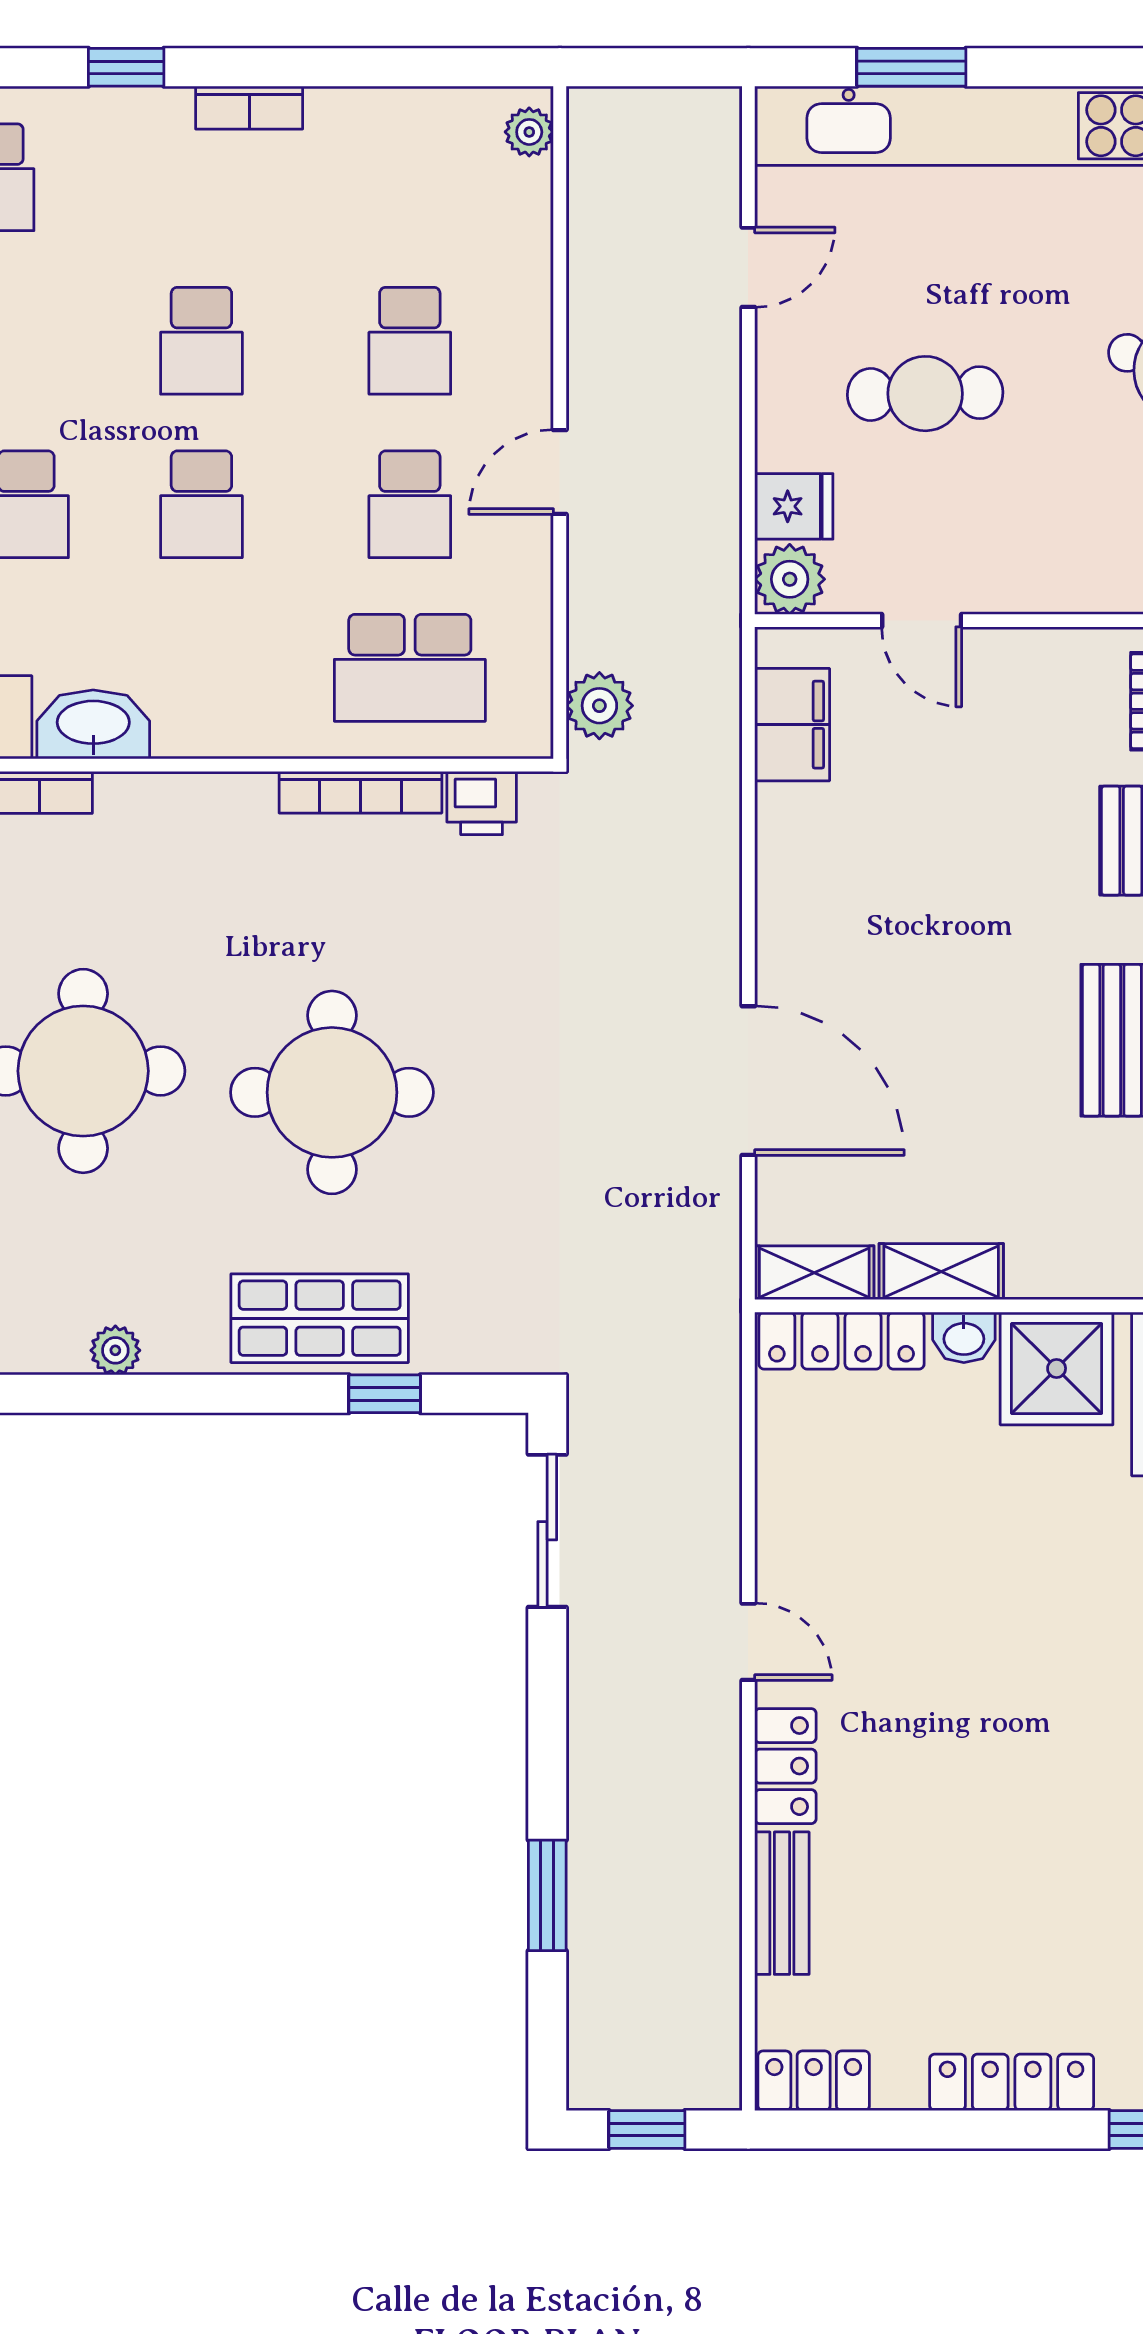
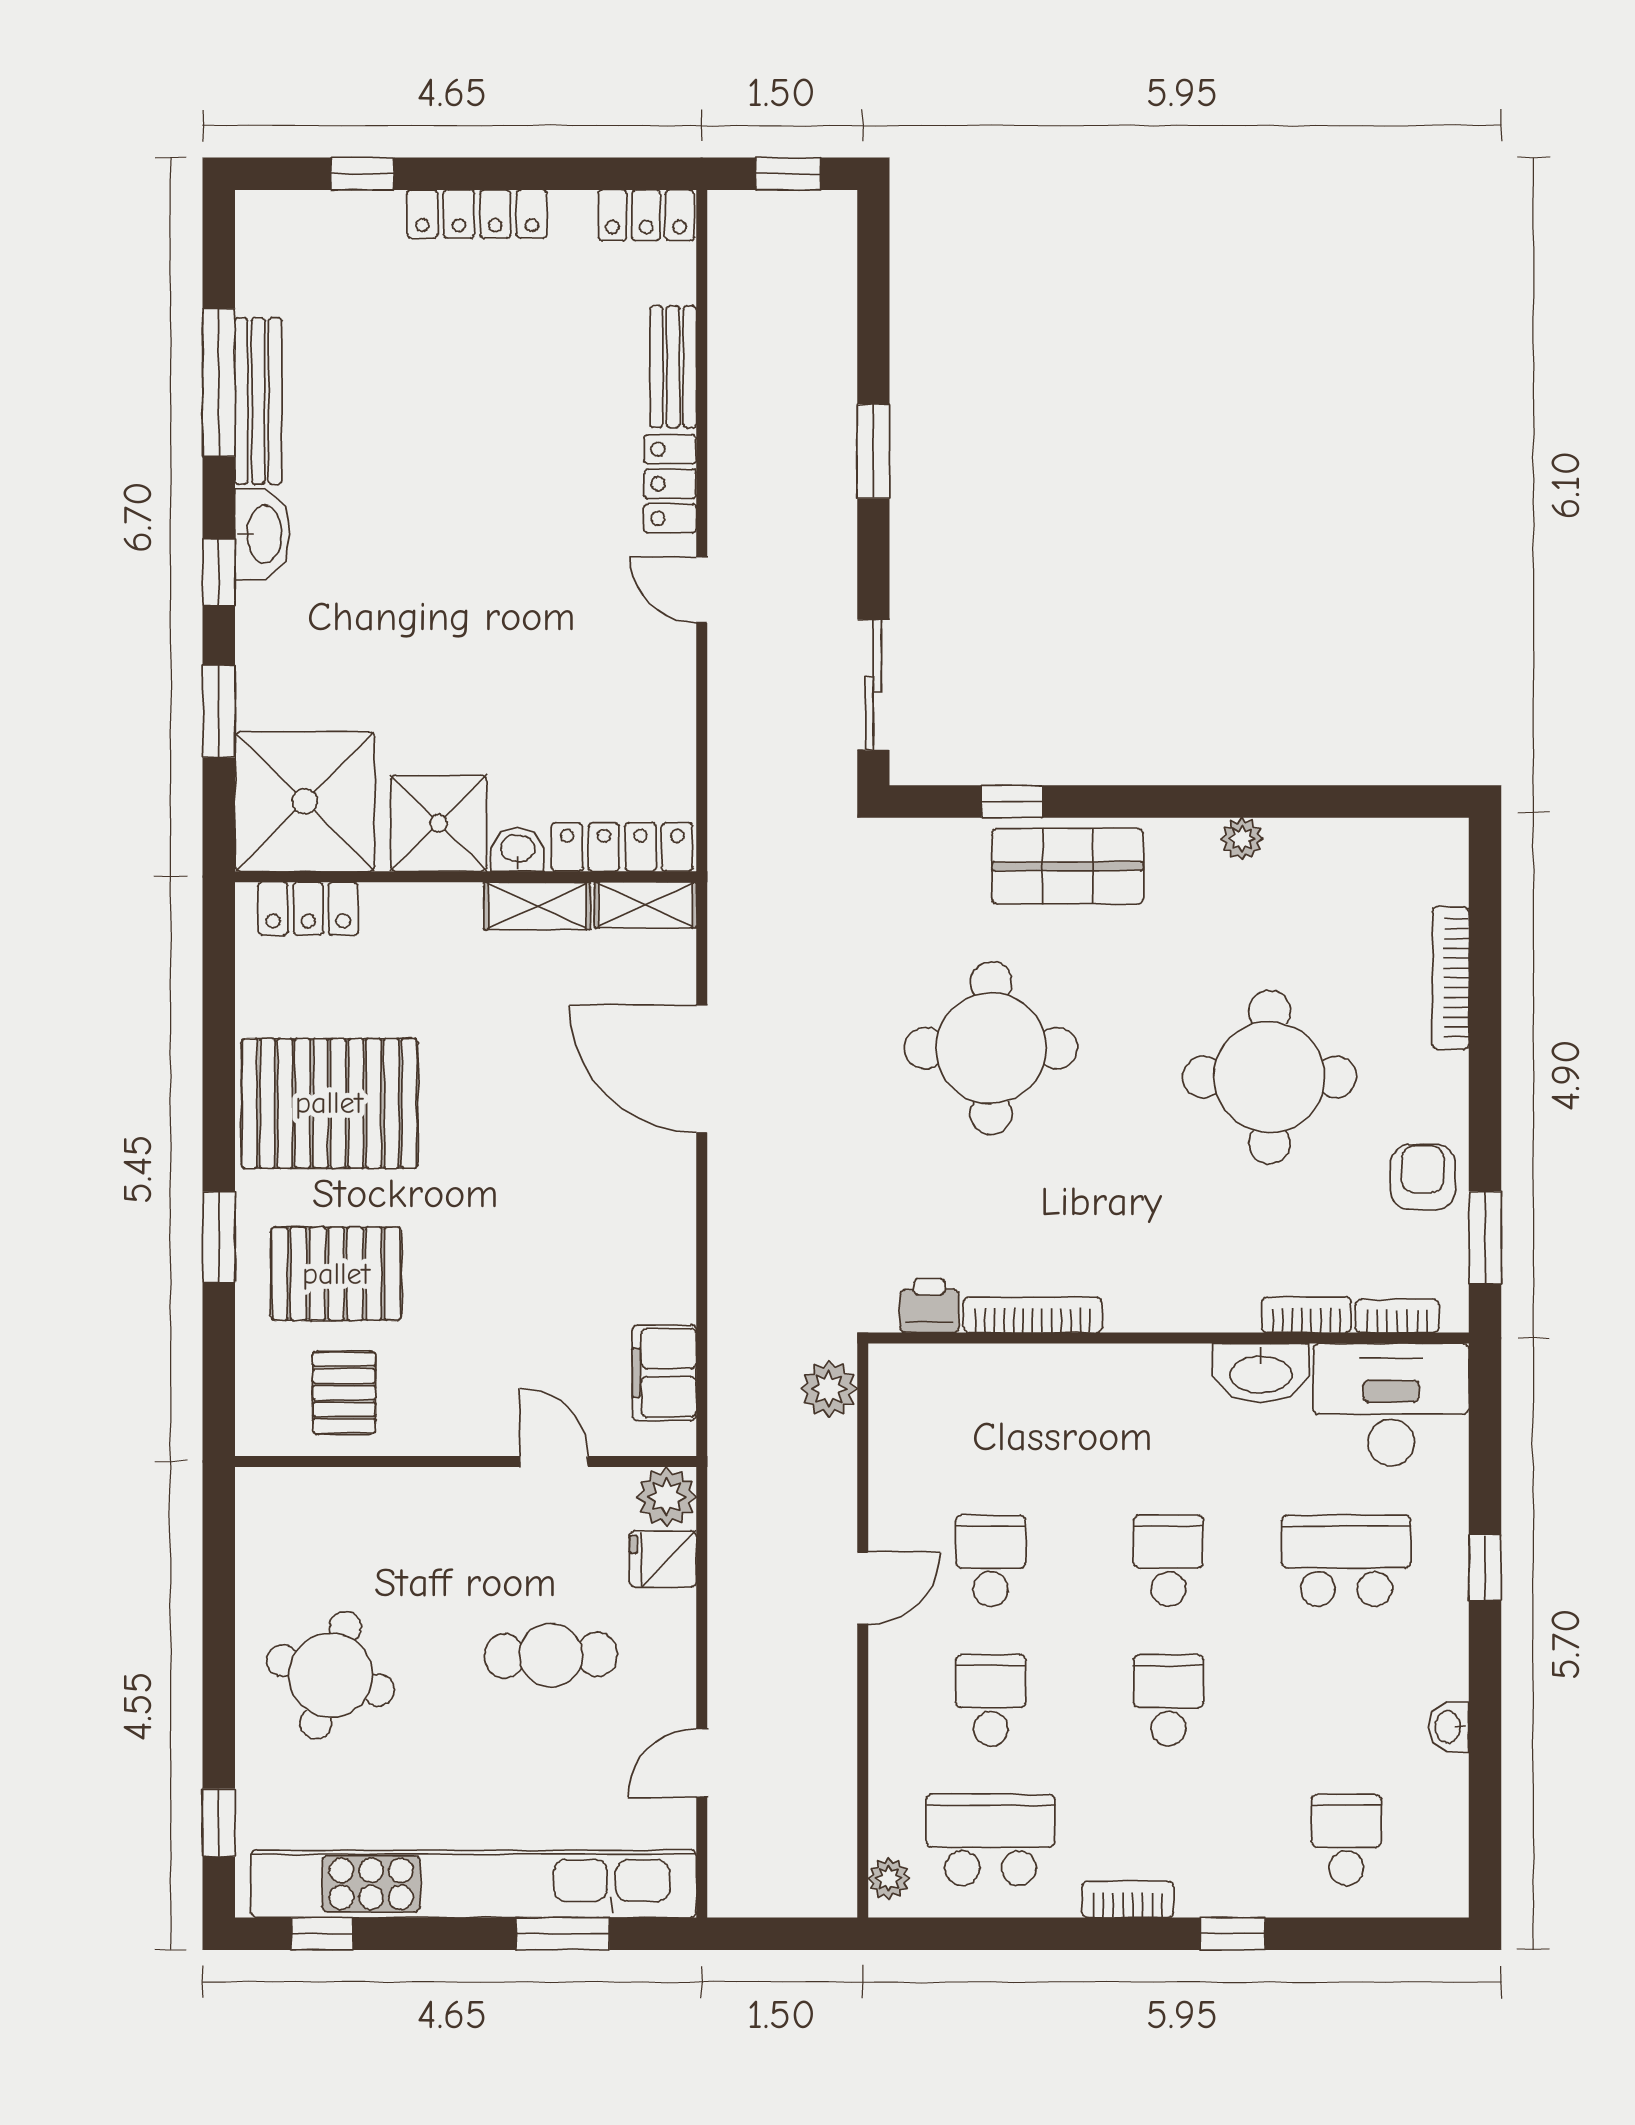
school desk: (410, 668) -> (991, 1840), moved
round table: (332, 1092) -> (991, 1048), moved
window: (547, 1895) -> (873, 451), moved

